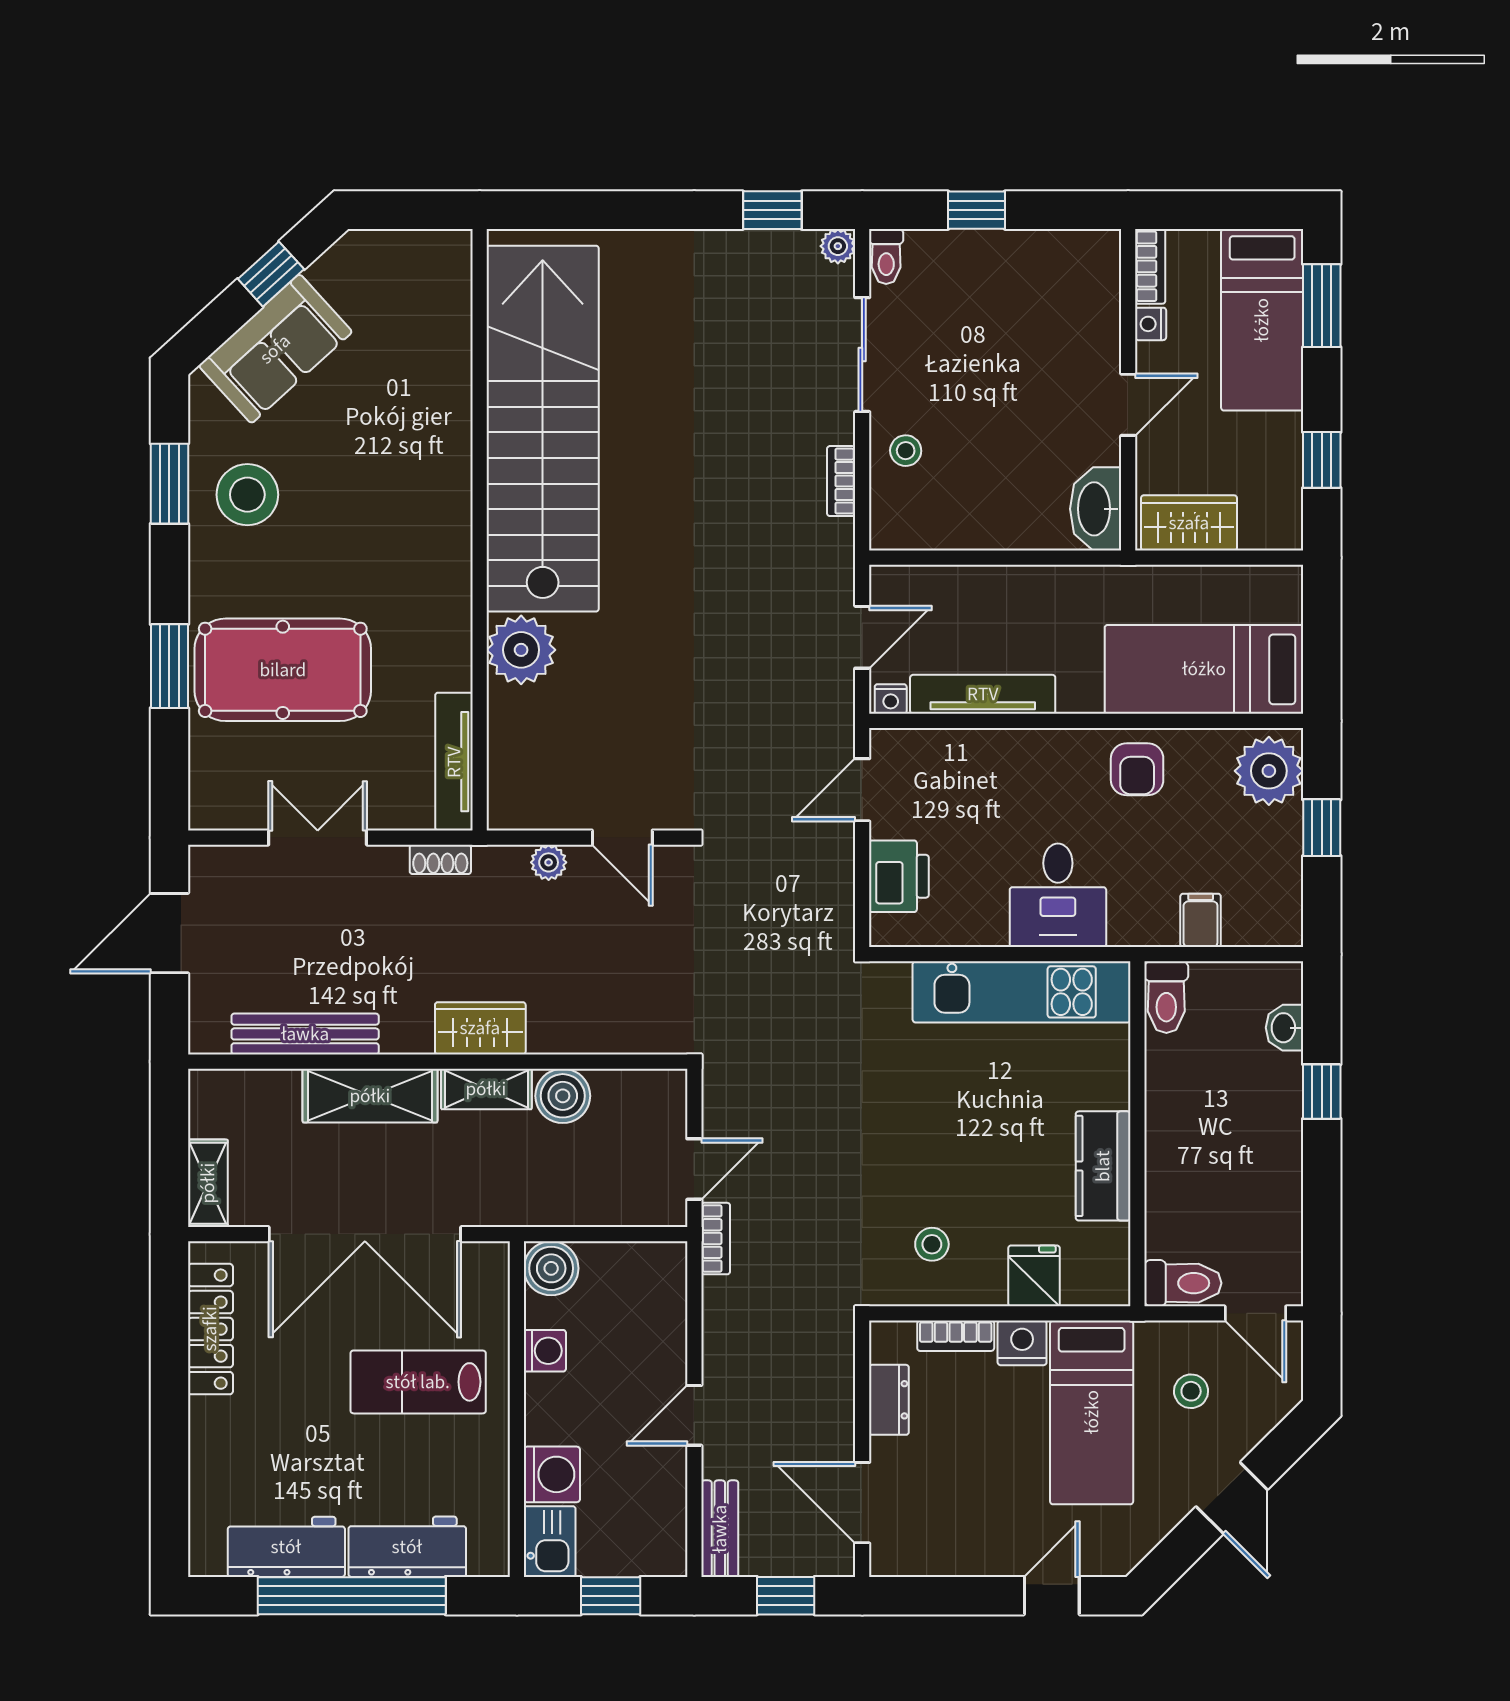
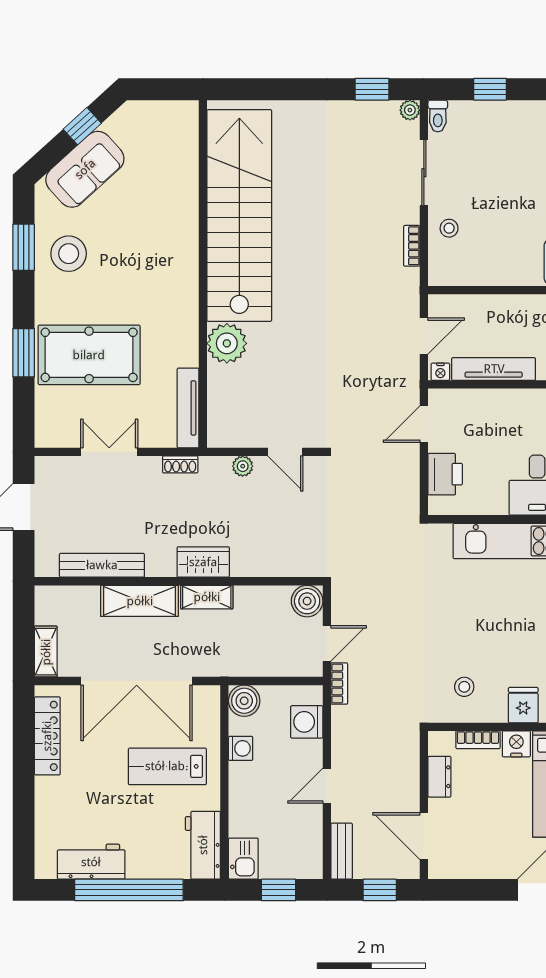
boiler: (563, 1096) -> (307, 601), moved
washing machine: (552, 1474) -> (307, 722), moved, turned 180
workbench: (407, 1547) -> (203, 845), moved, turned -90

